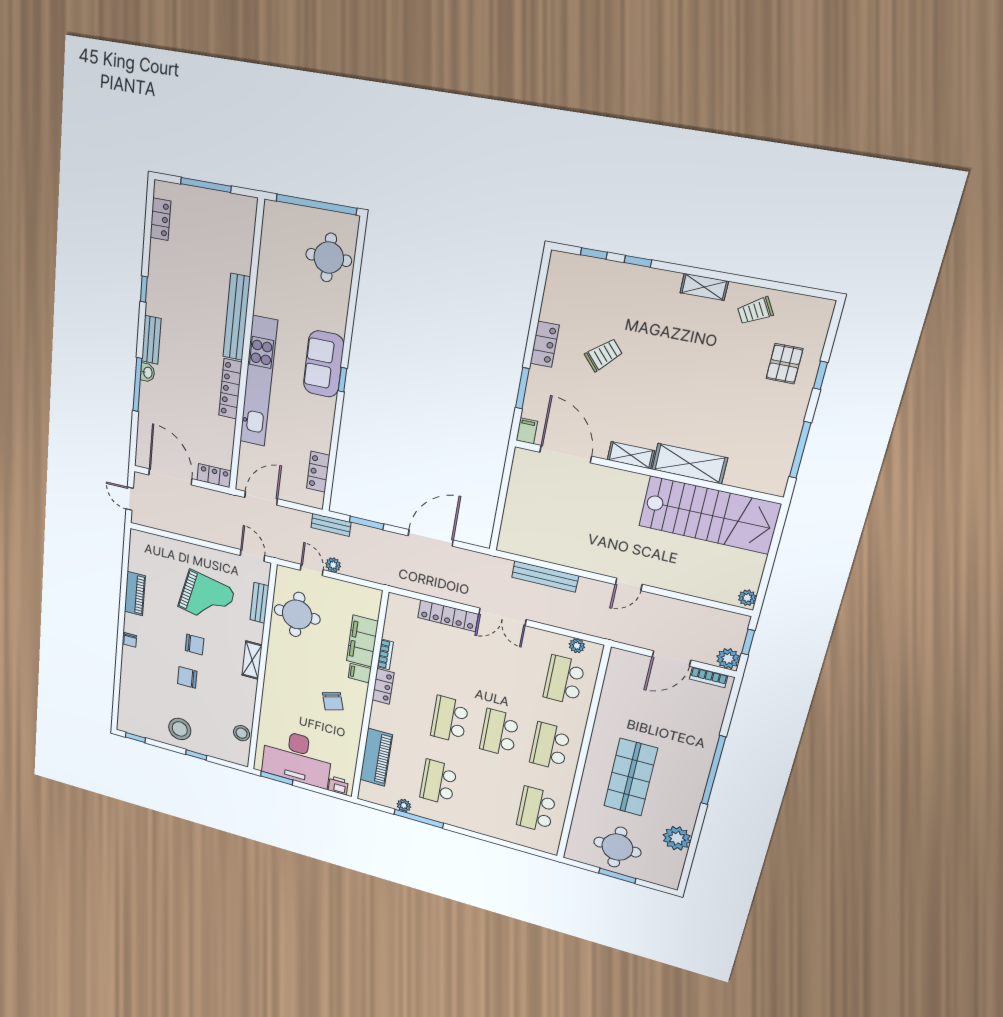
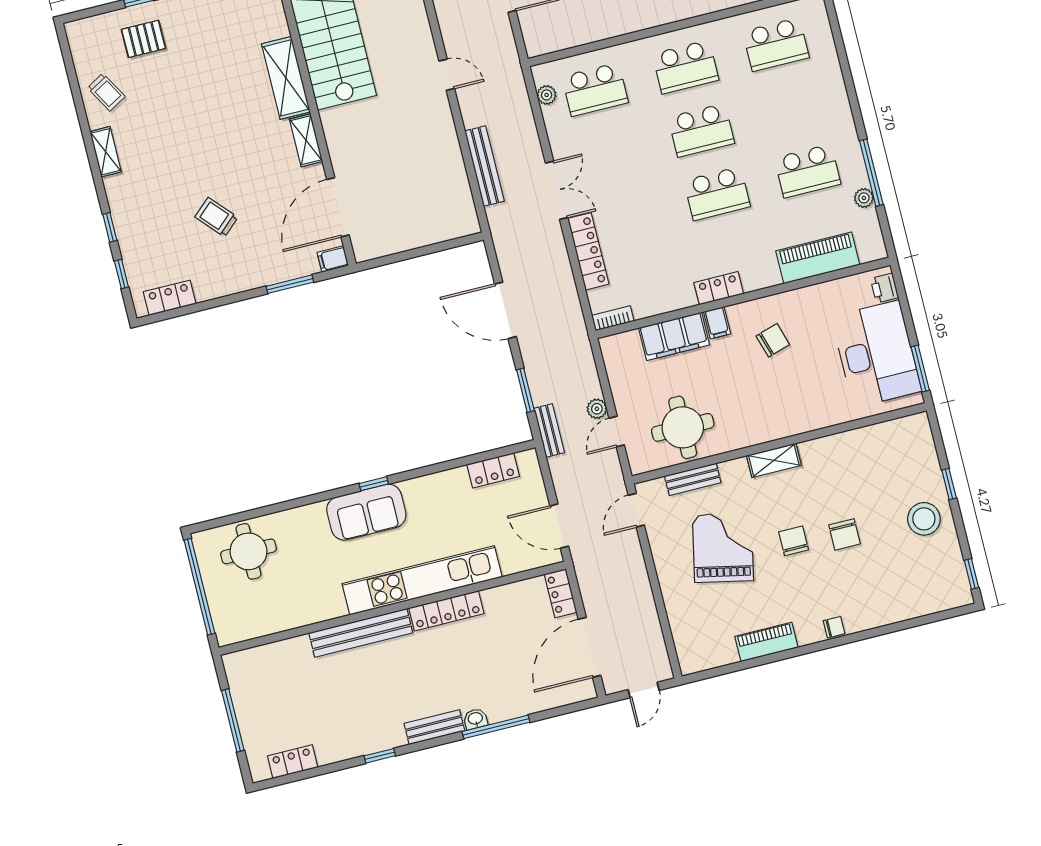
locker: (545, 344) -> (170, 298), moved
bookcase: (385, 654) -> (613, 318), moved
stool: (242, 733) -> (883, 437), removed

